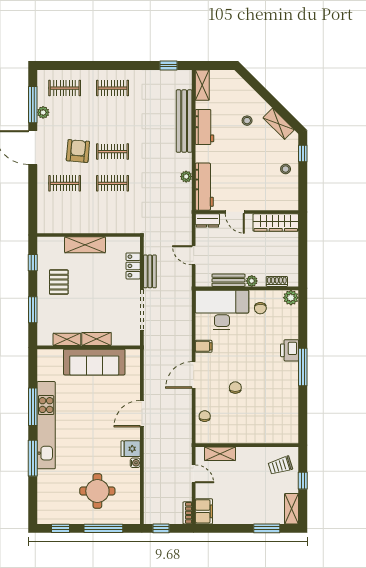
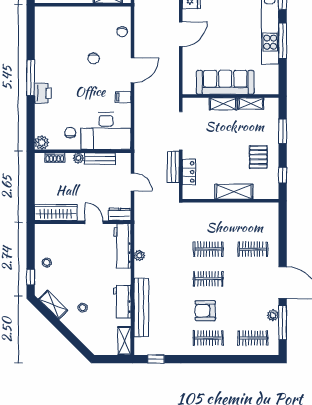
armchair: (78, 151) -> (205, 311), moved, turned 85

